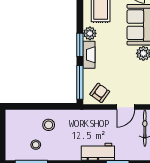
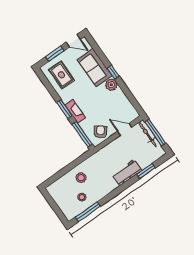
plant: (90, 33) -> (66, 96), removed
door: (126, 107) -> (125, 129), swing flipped

